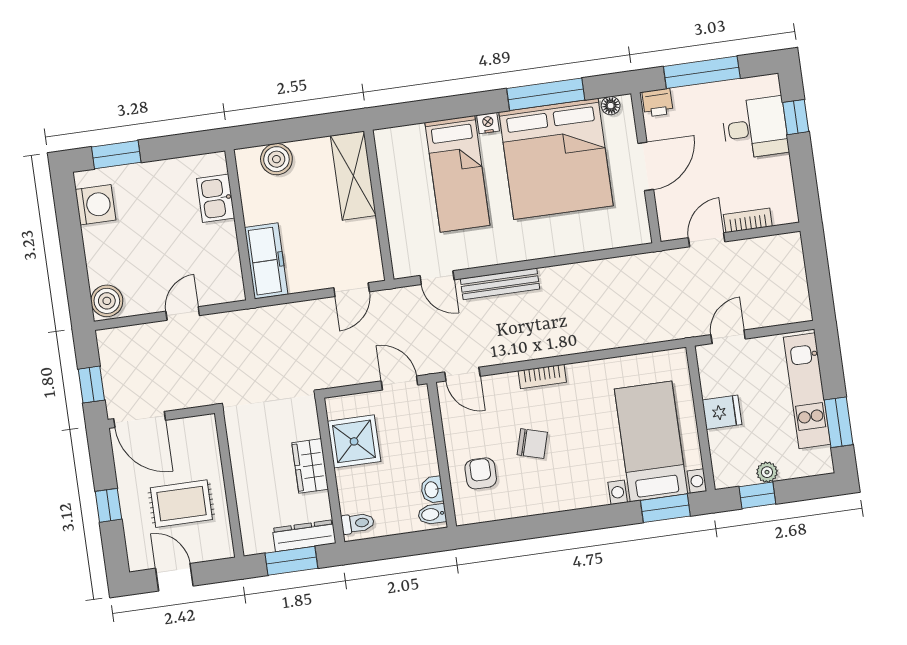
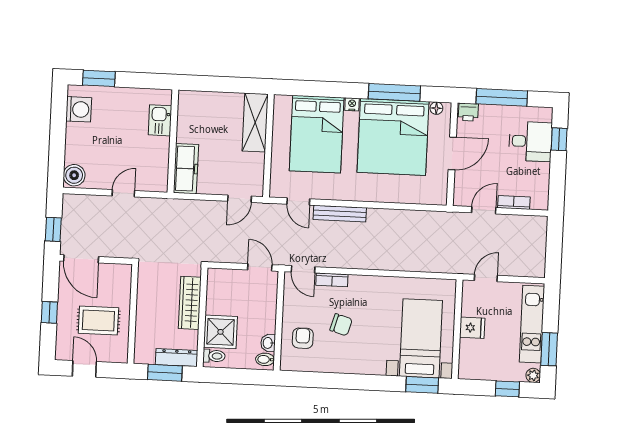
boiler: (276, 159) -> (206, 102), removed
bed: (457, 174) -> (317, 134), width x1.50
bookcase: (542, 376) -> (332, 280), moved
shower: (354, 441) -> (220, 332), moved
wardrobe: (310, 466) -> (190, 303), width x1.50
plant: (767, 472) -> (533, 375), moved
window: (757, 495) -> (507, 389), moved

